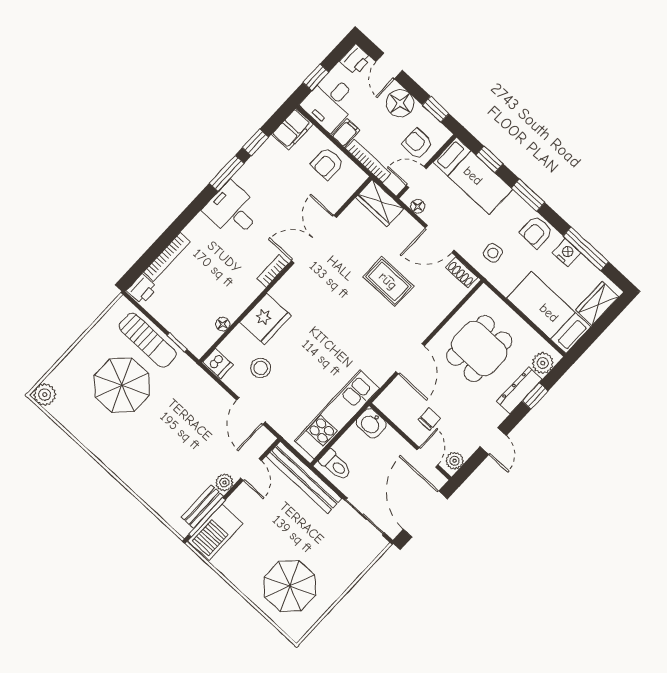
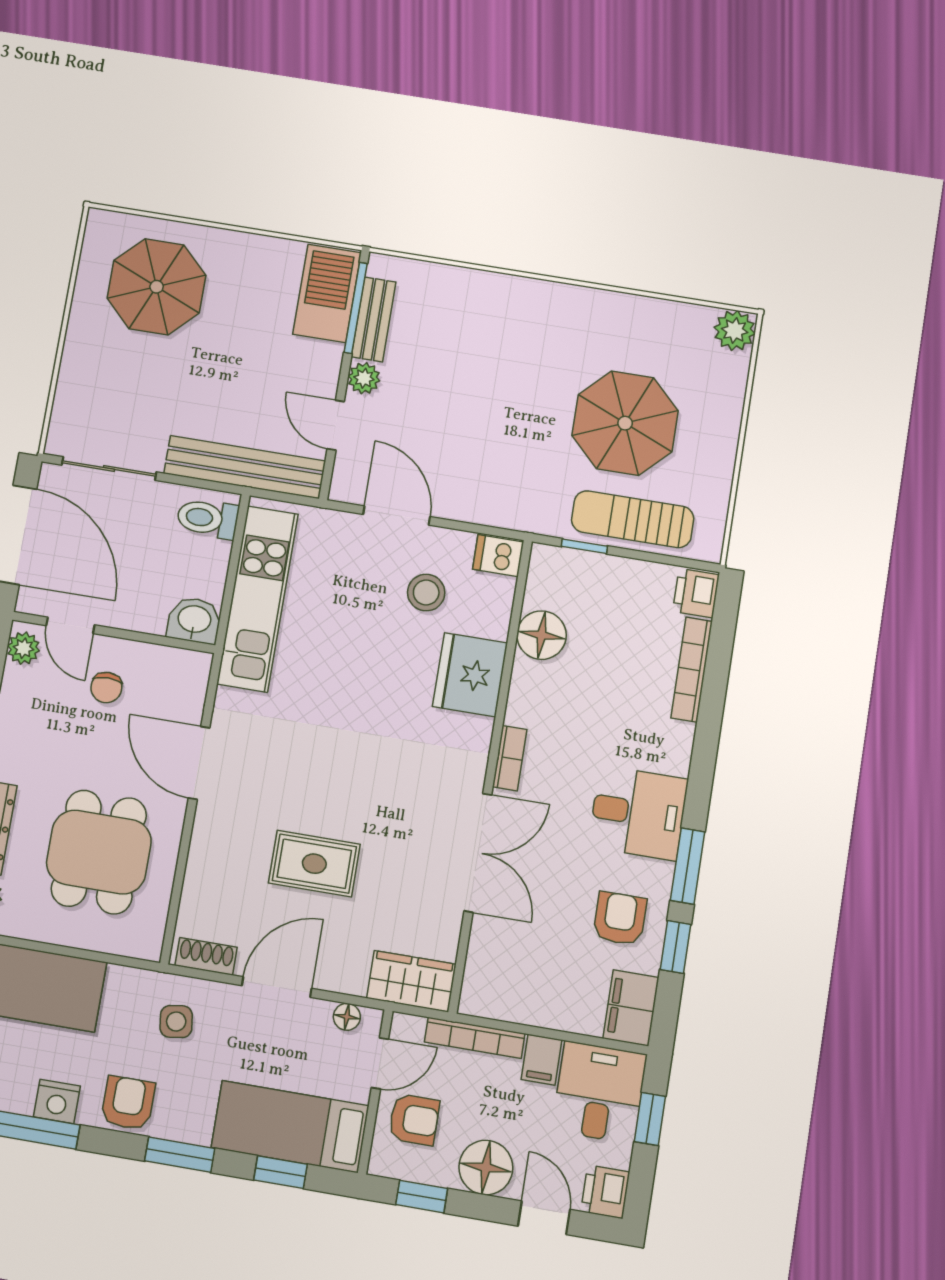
armchair: (327, 163) -> (620, 919), moved
floor lamp: (223, 324) -> (542, 635), width x1.89, depth x1.89

